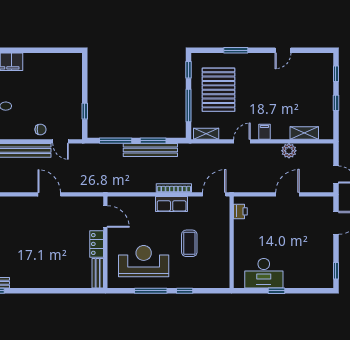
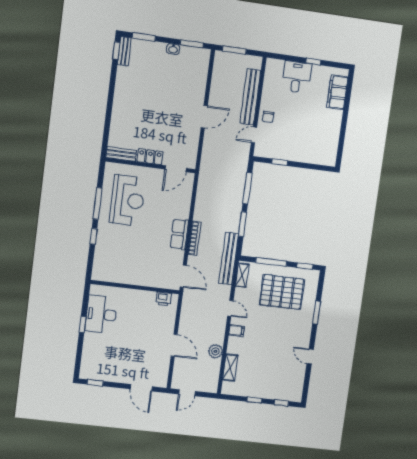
bench: (150, 150) -> (229, 258), moved
coffee table: (189, 243) -> (139, 247), removed

